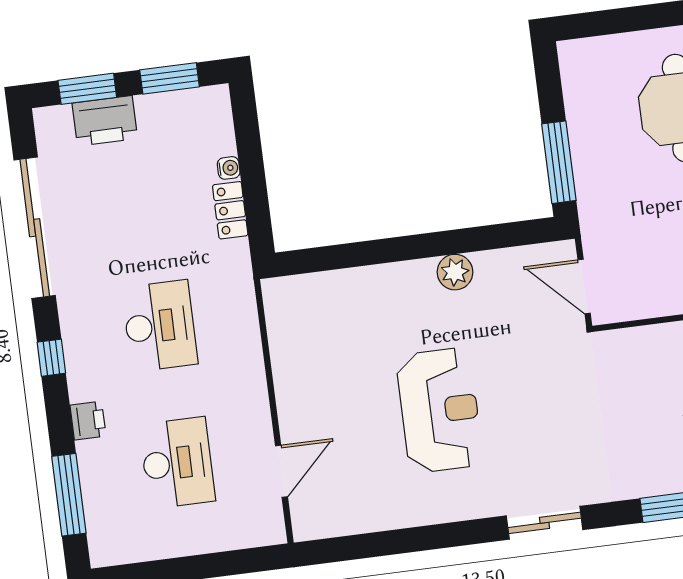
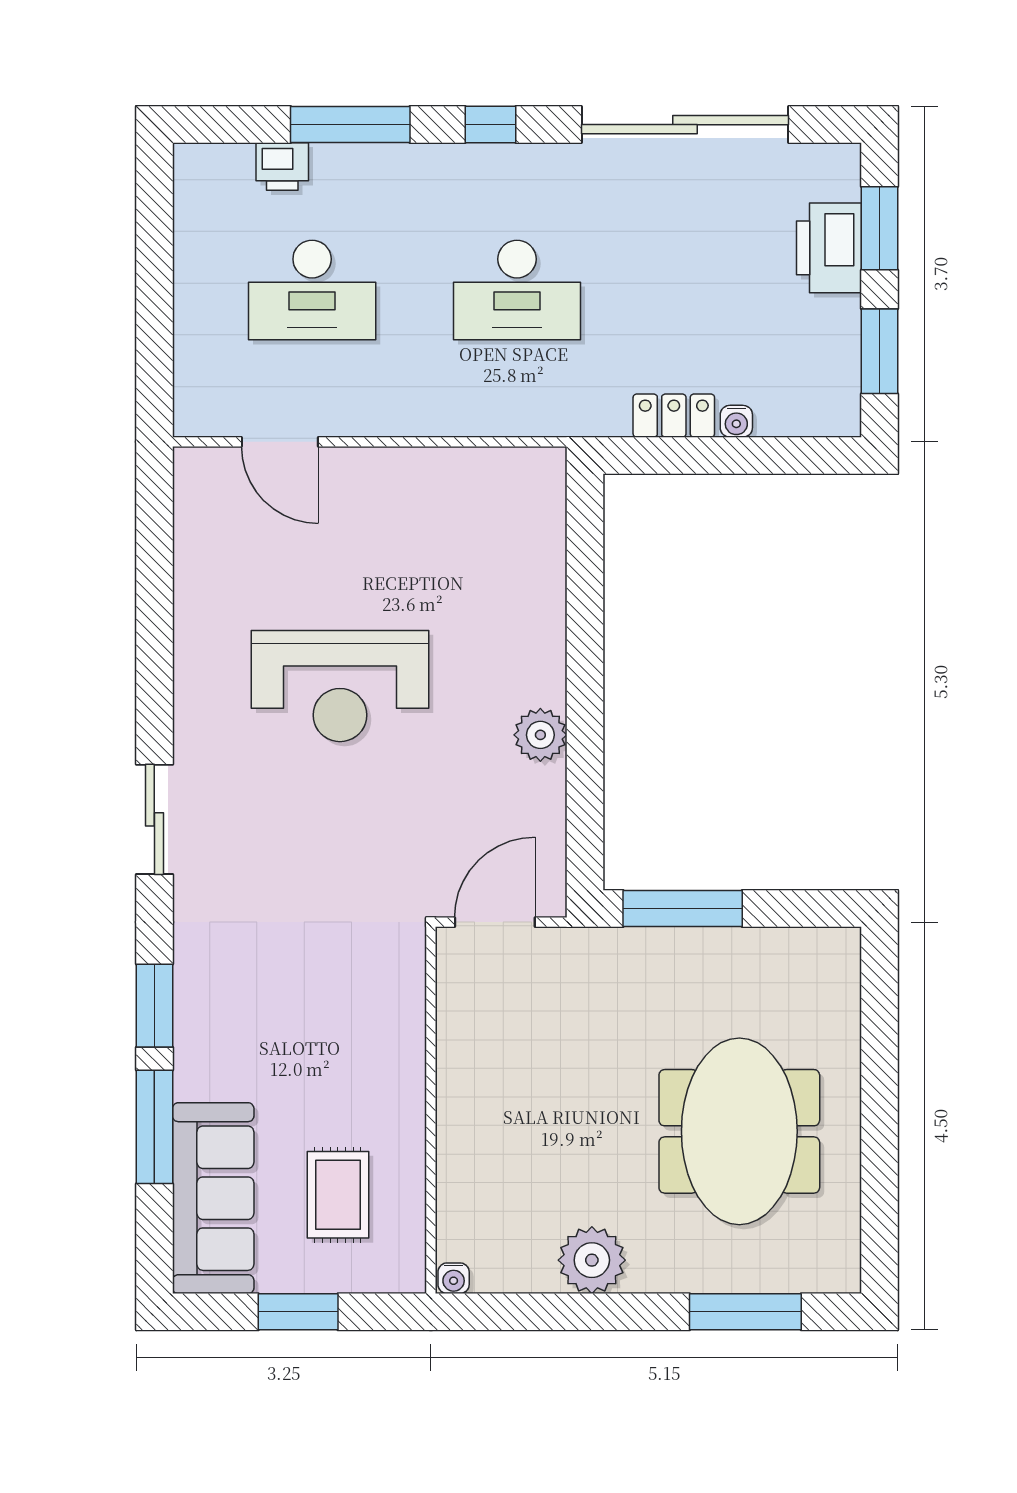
printer: (88, 421) -> (282, 167), moved
window: (69, 495) -> (350, 125), moved

